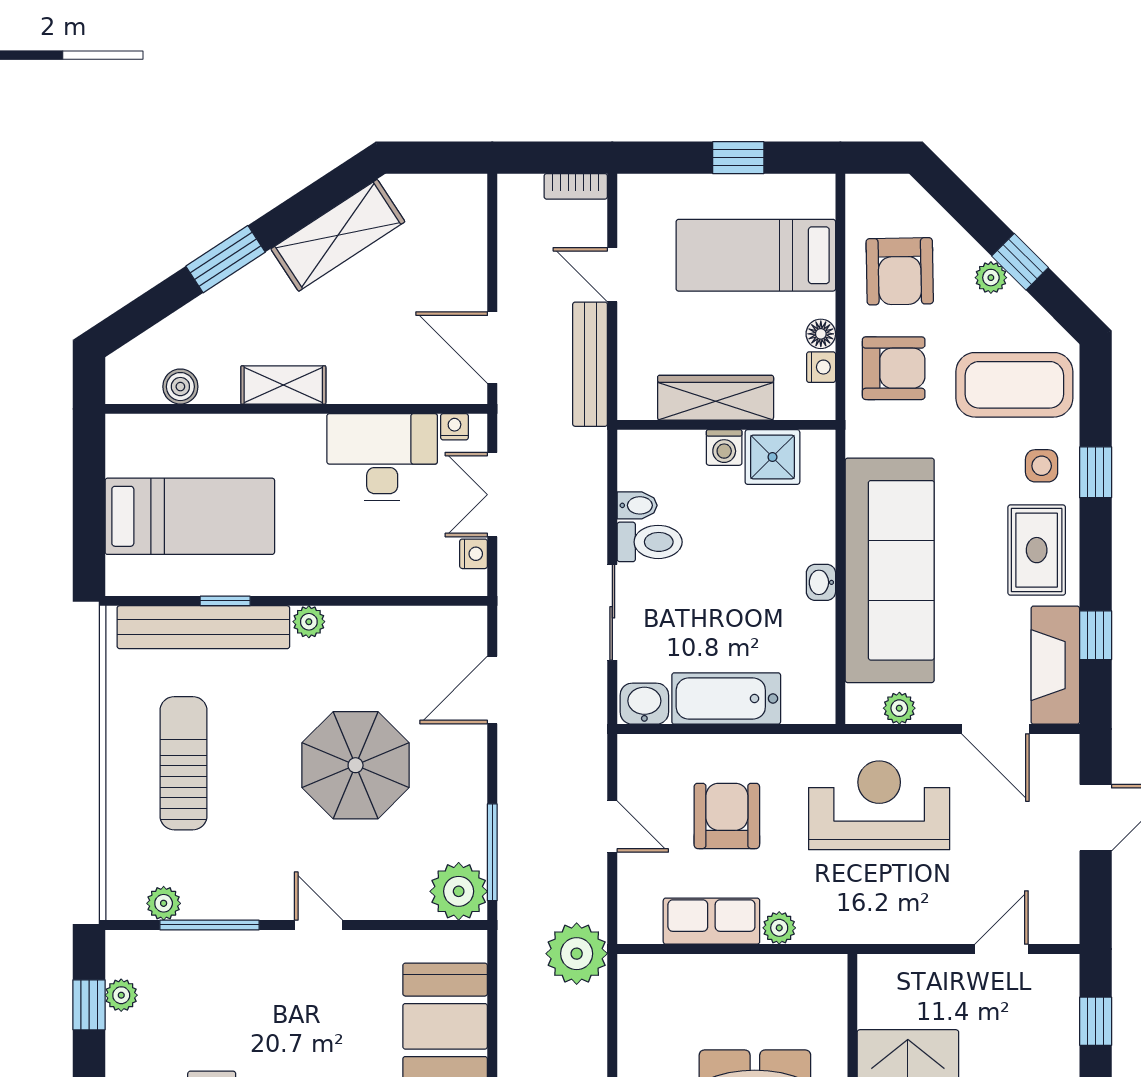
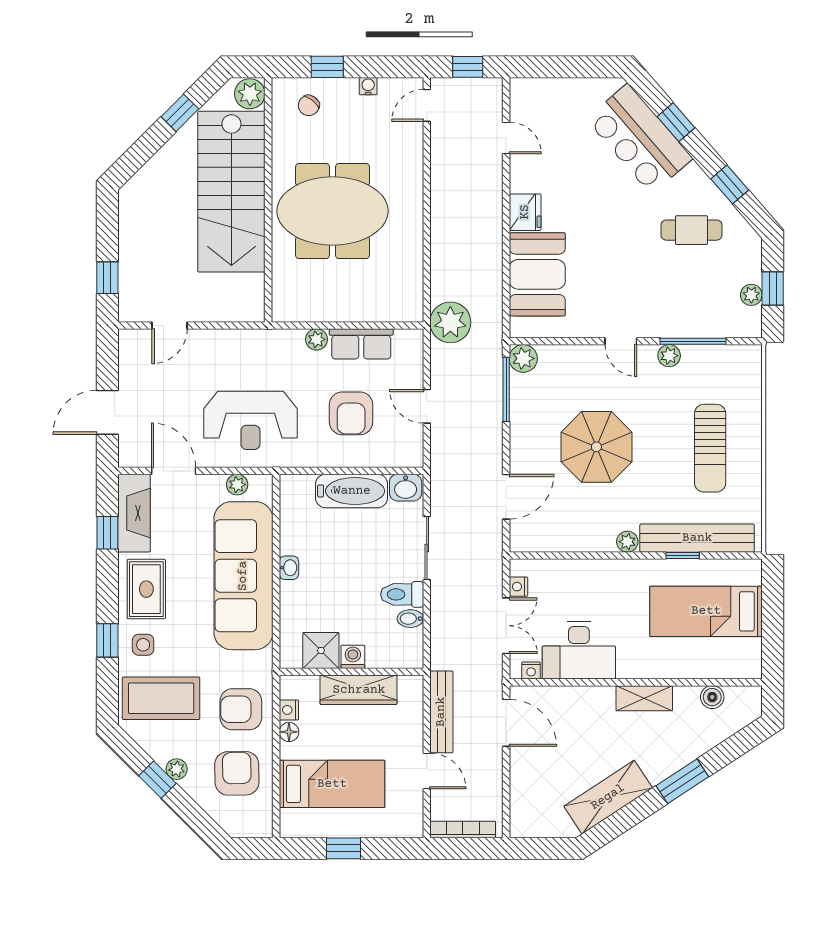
bookcase: (576, 186) -> (463, 829), width x1.56
plant: (459, 891) -> (523, 358), width x0.73, depth x0.73
plant: (164, 903) -> (669, 356), moved

